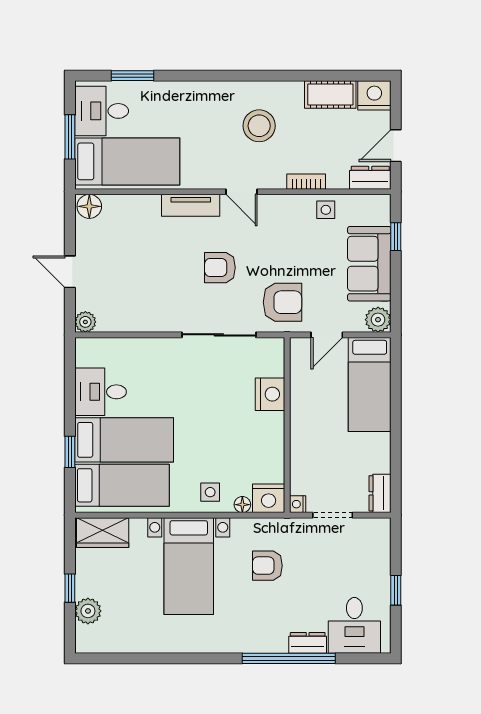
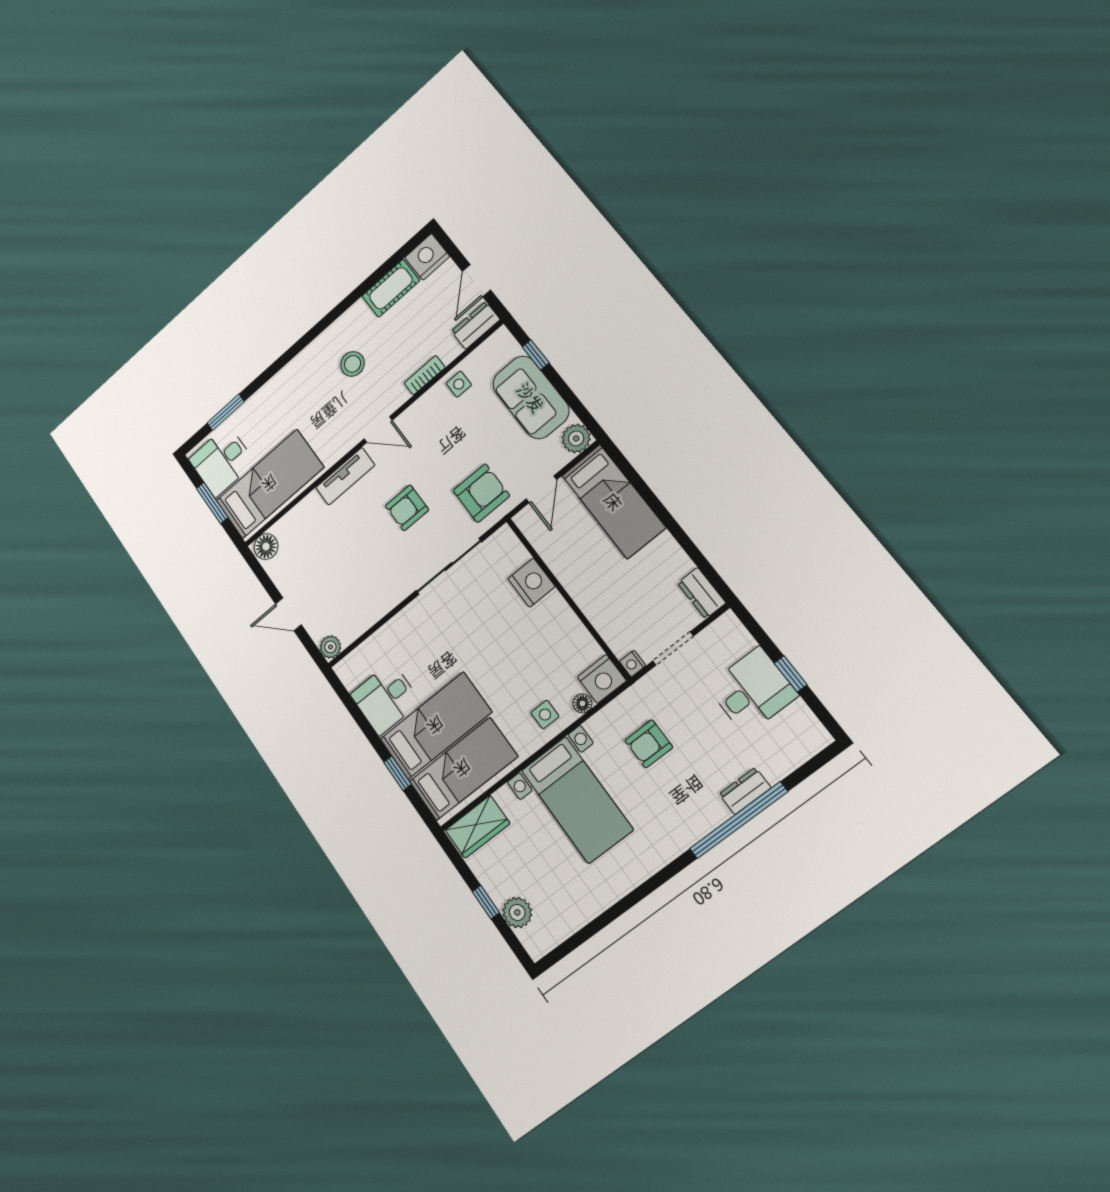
stool: (259, 126) -> (353, 364), width x0.73, depth x0.73
desk: (354, 625) -> (752, 691), moved, turned -90

